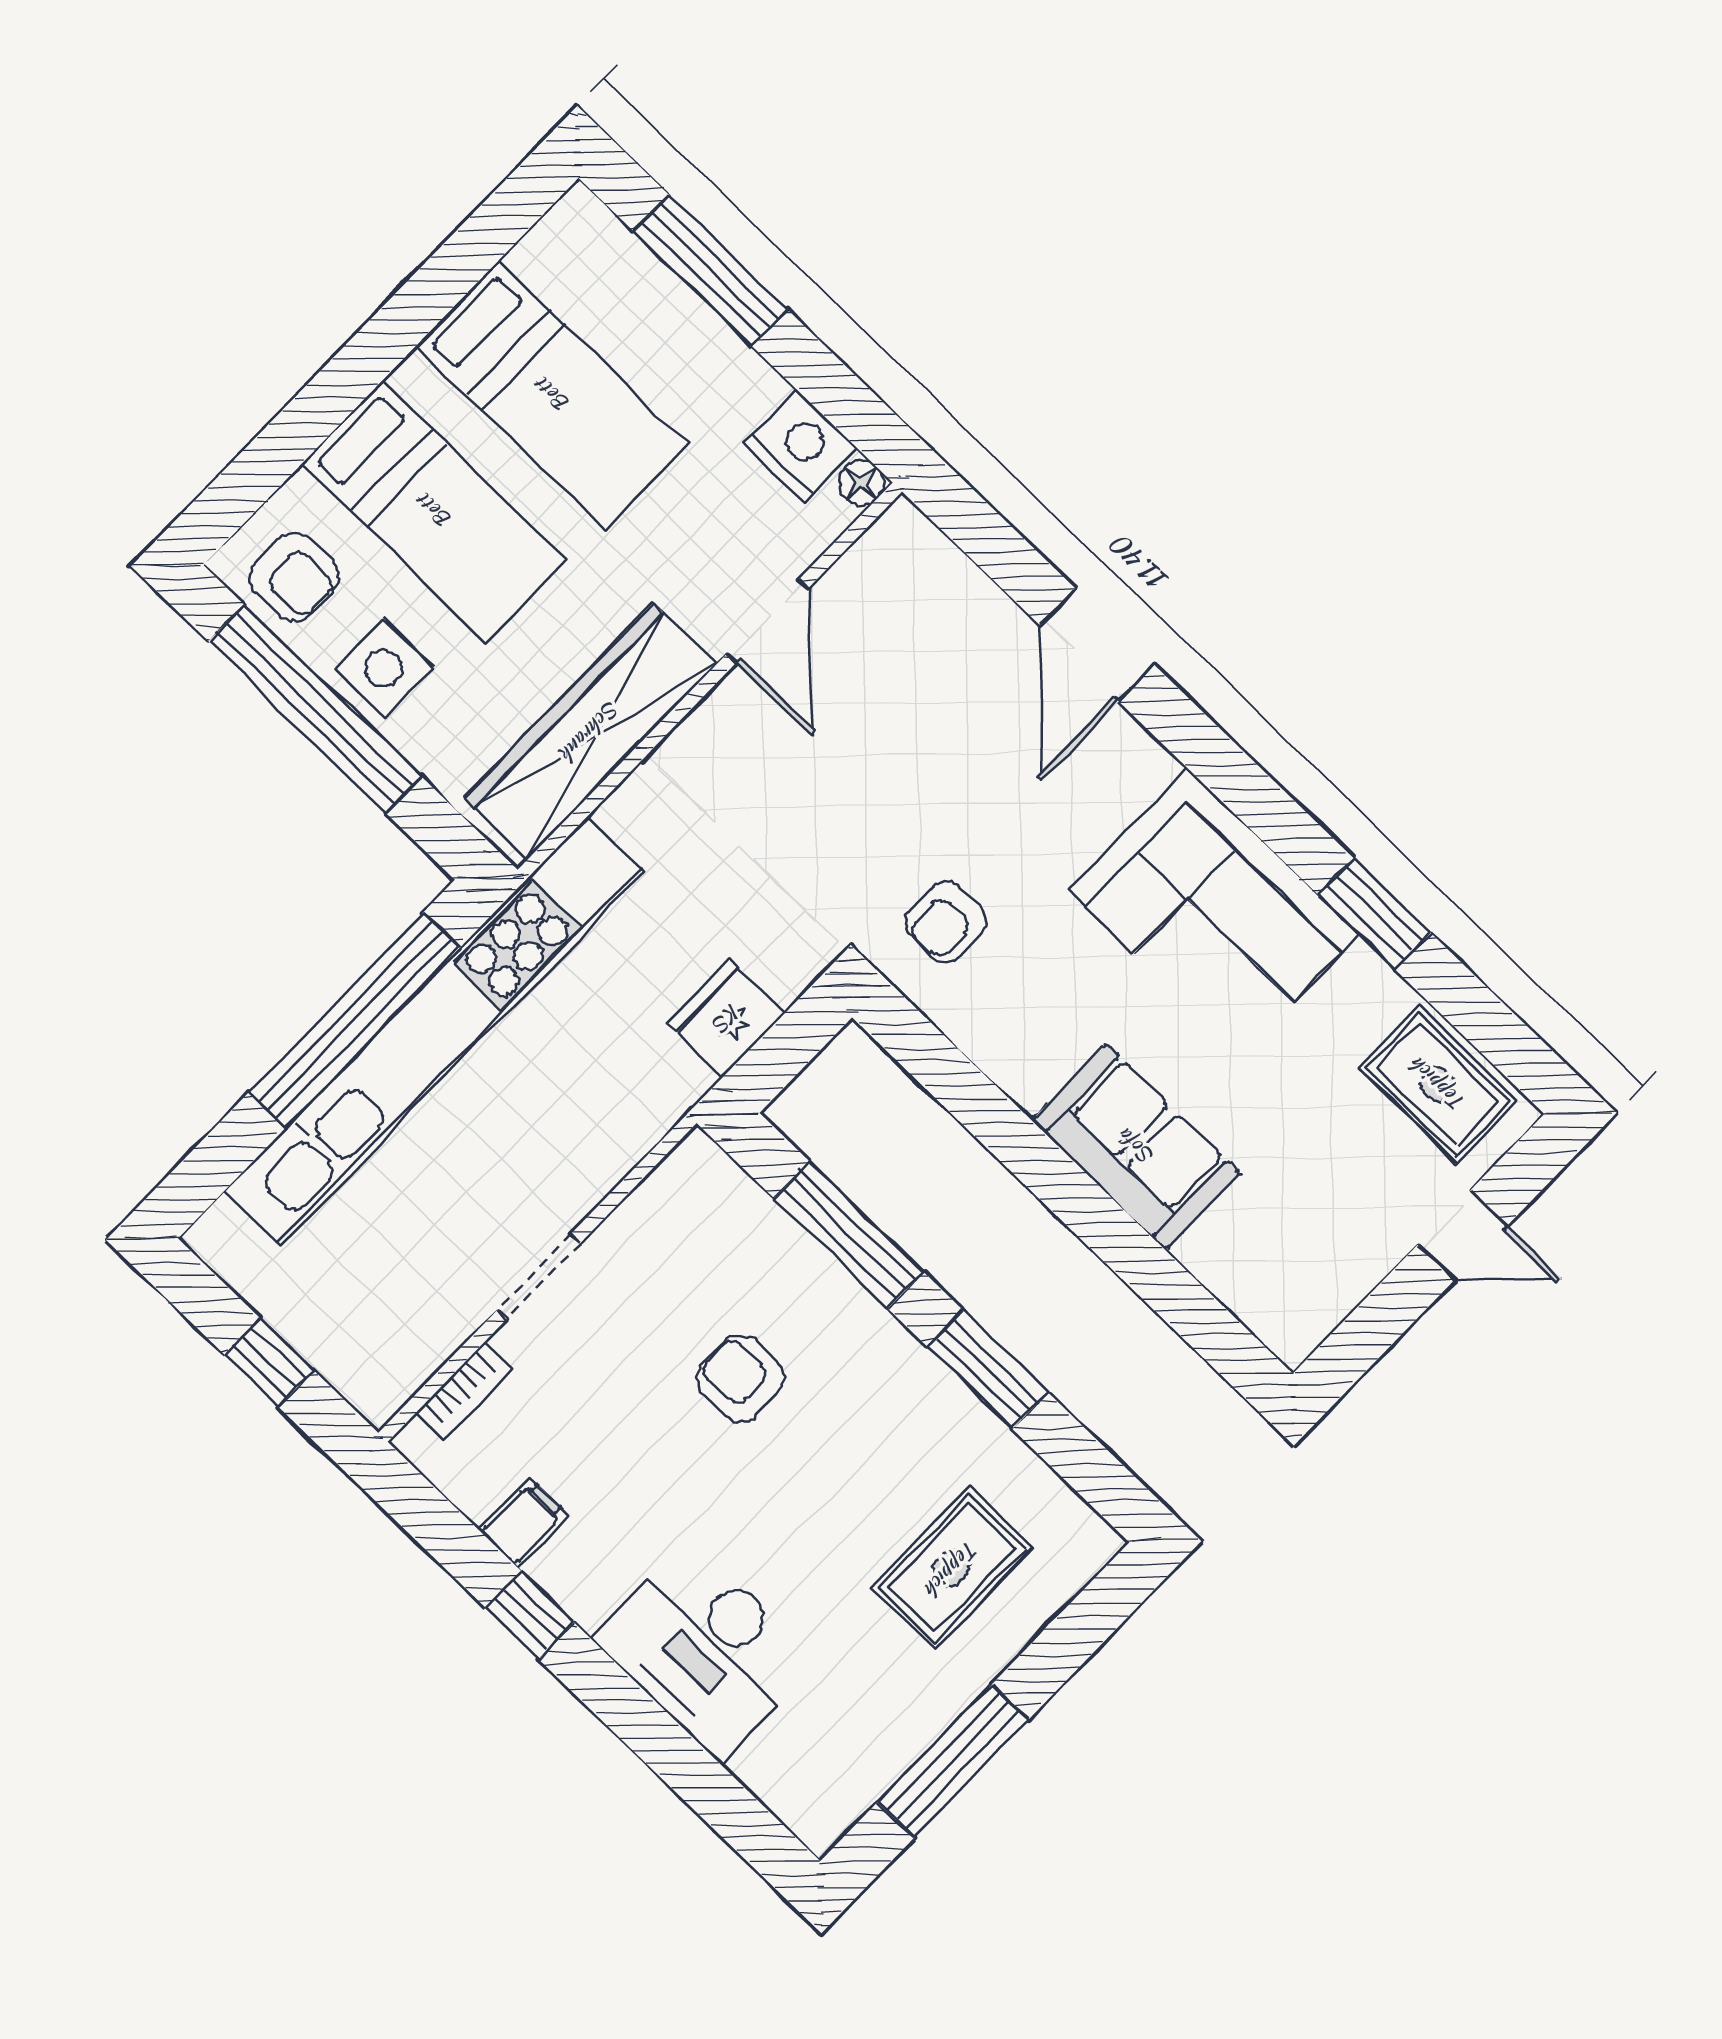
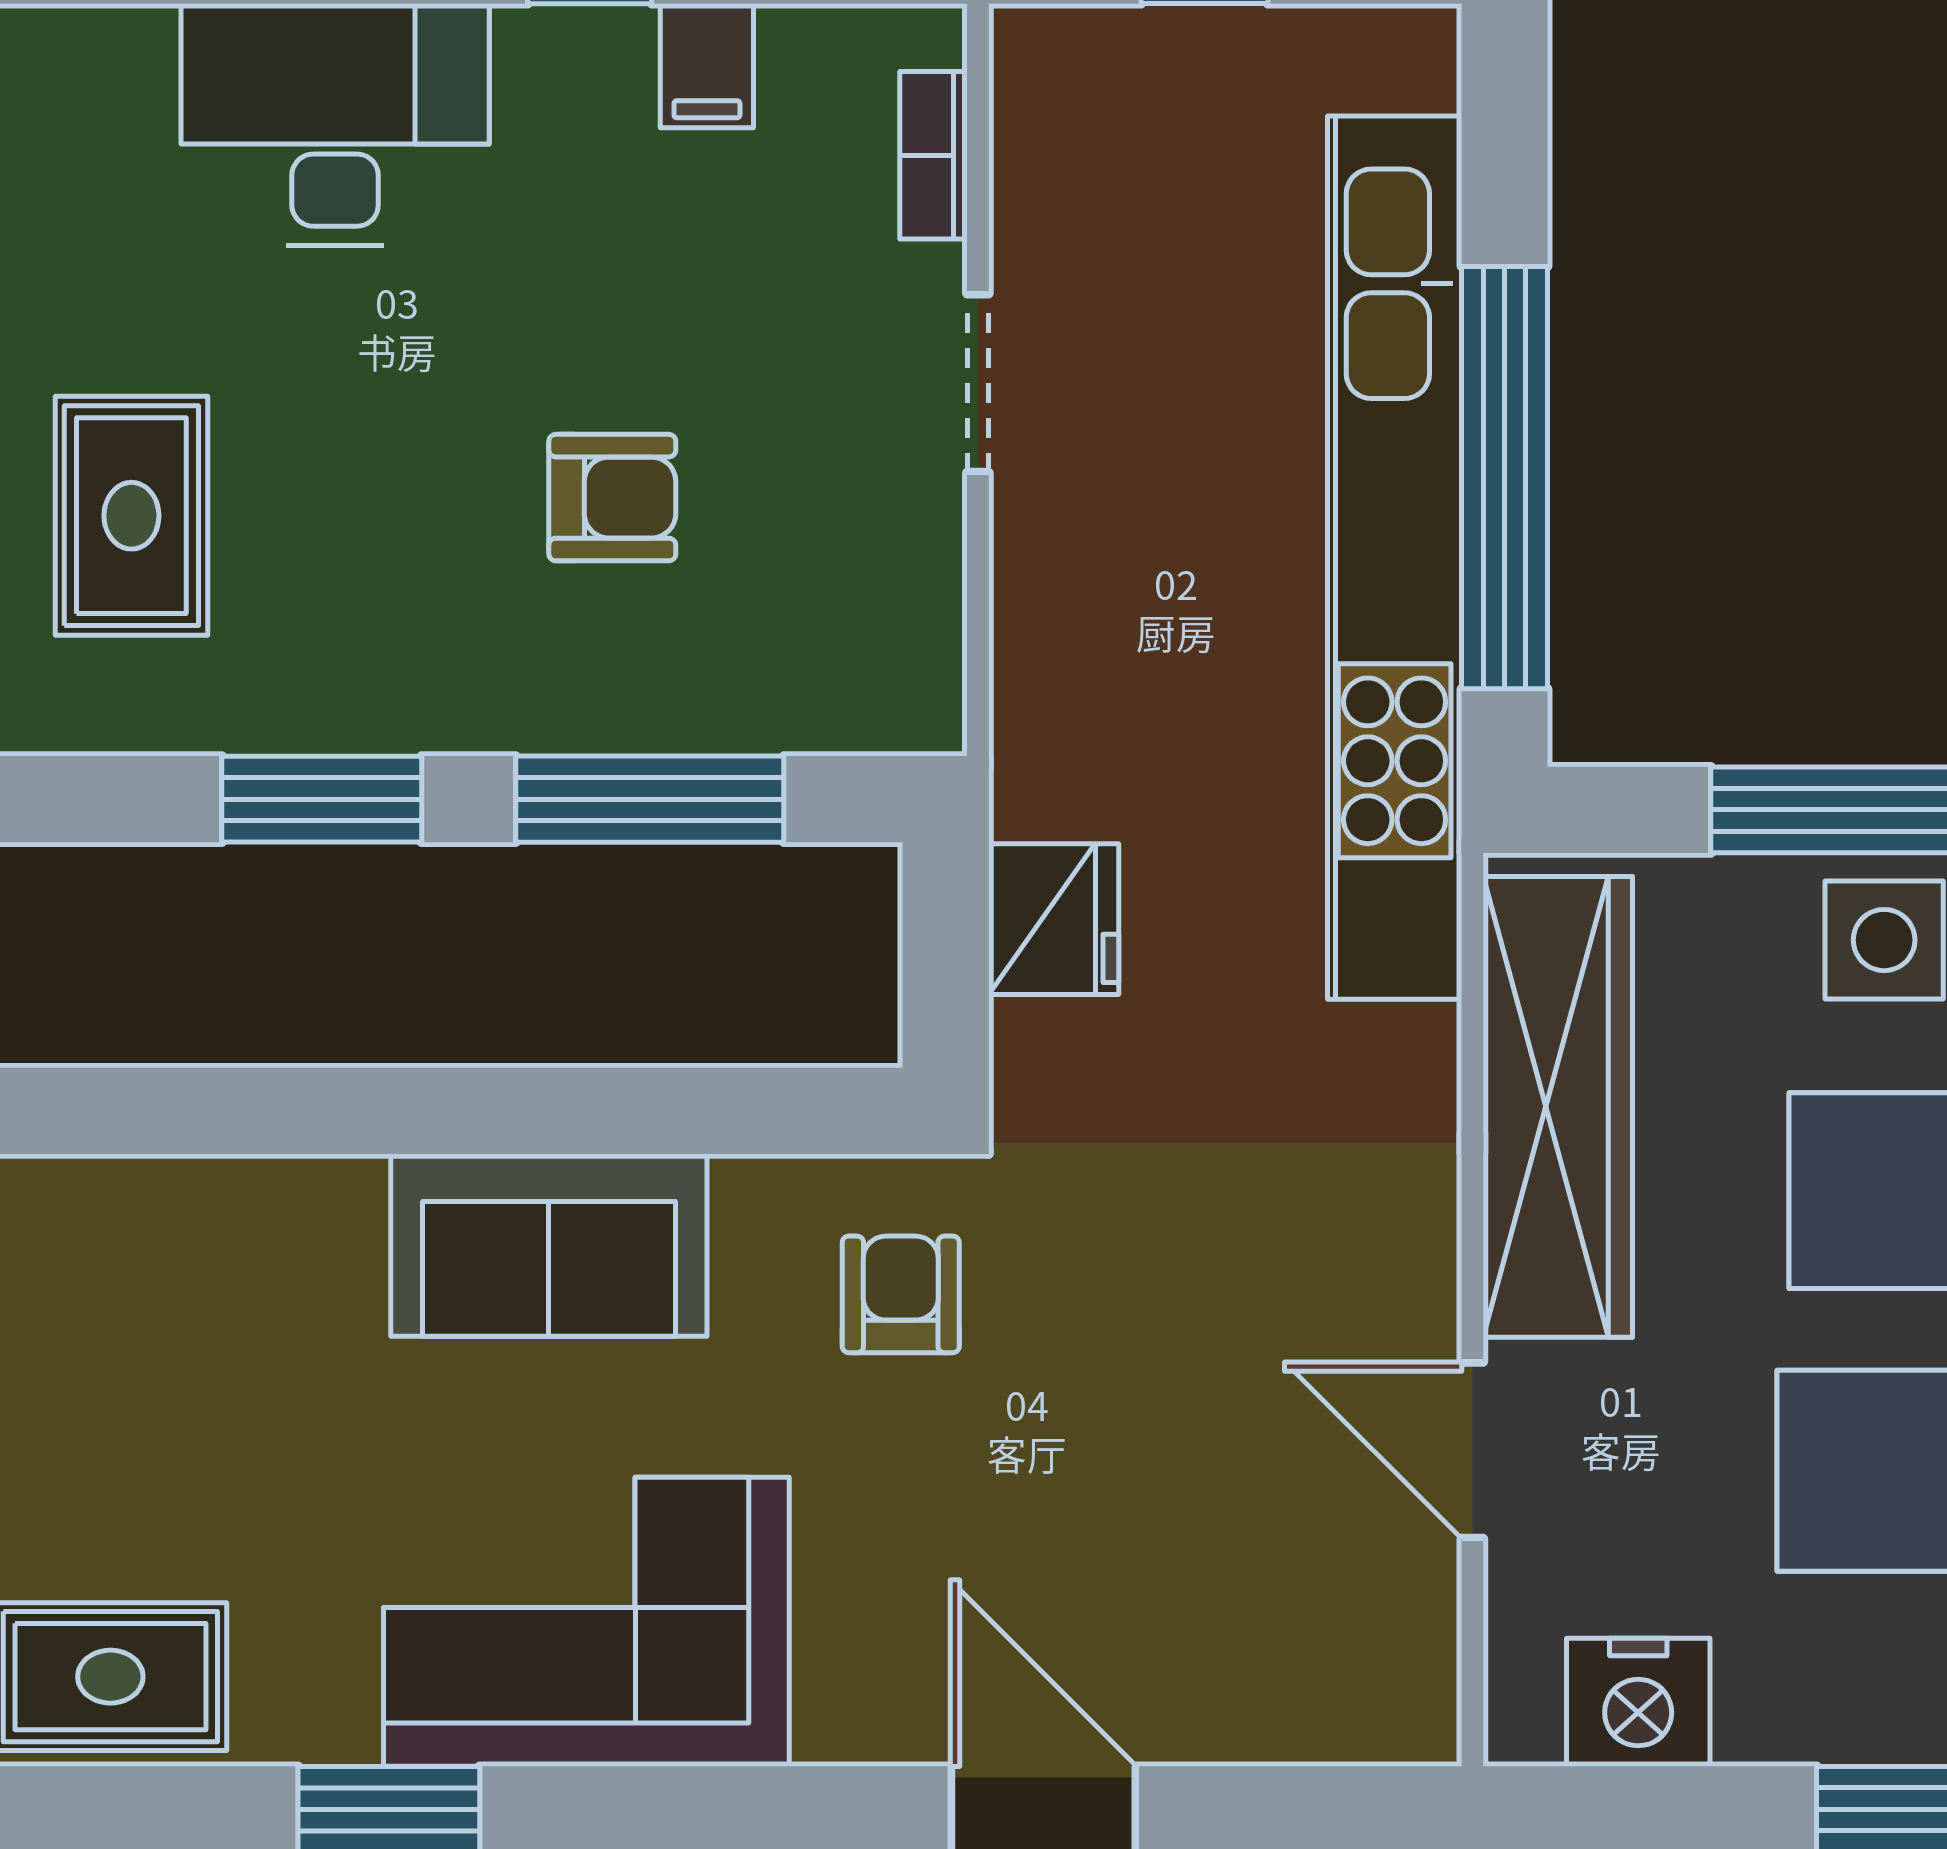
floor lamp: (862, 483) -> (1521, 1729), removed
sofa: (1136, 1147) -> (549, 1245), moved

